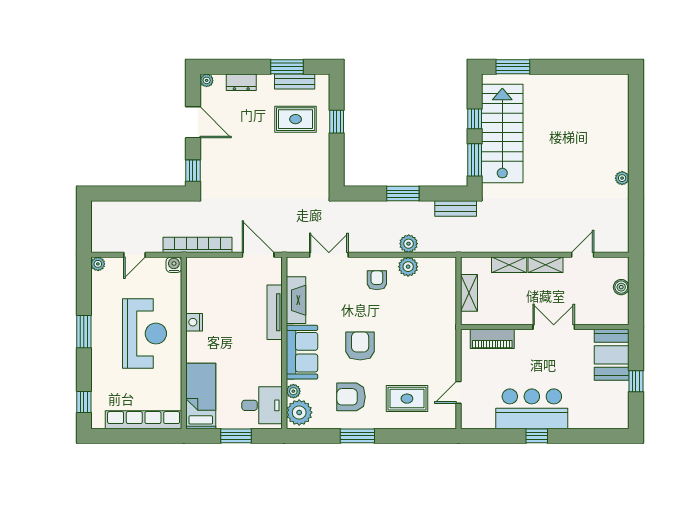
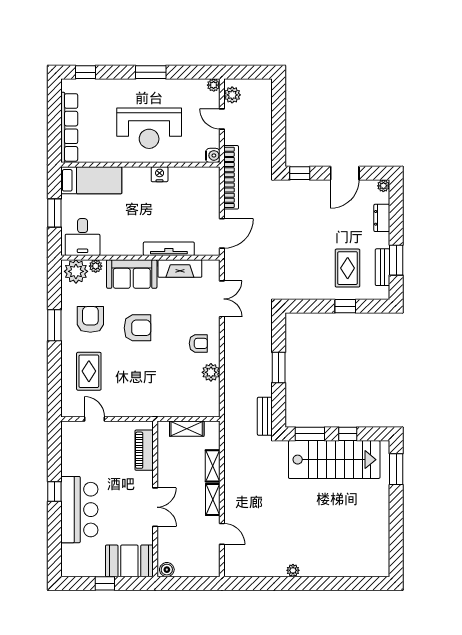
plant: (409, 244) -> (232, 95), moved
boiler: (621, 287) -> (167, 570), moved
bar counter: (532, 409) -> (79, 510), moved

